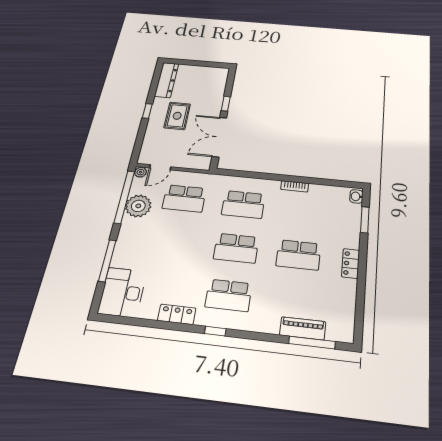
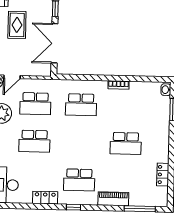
school desk: (236, 248) -> (34, 141), moved
locker: (351, 263) -> (163, 175), moved
piano: (303, 328) -> (113, 199), moved

